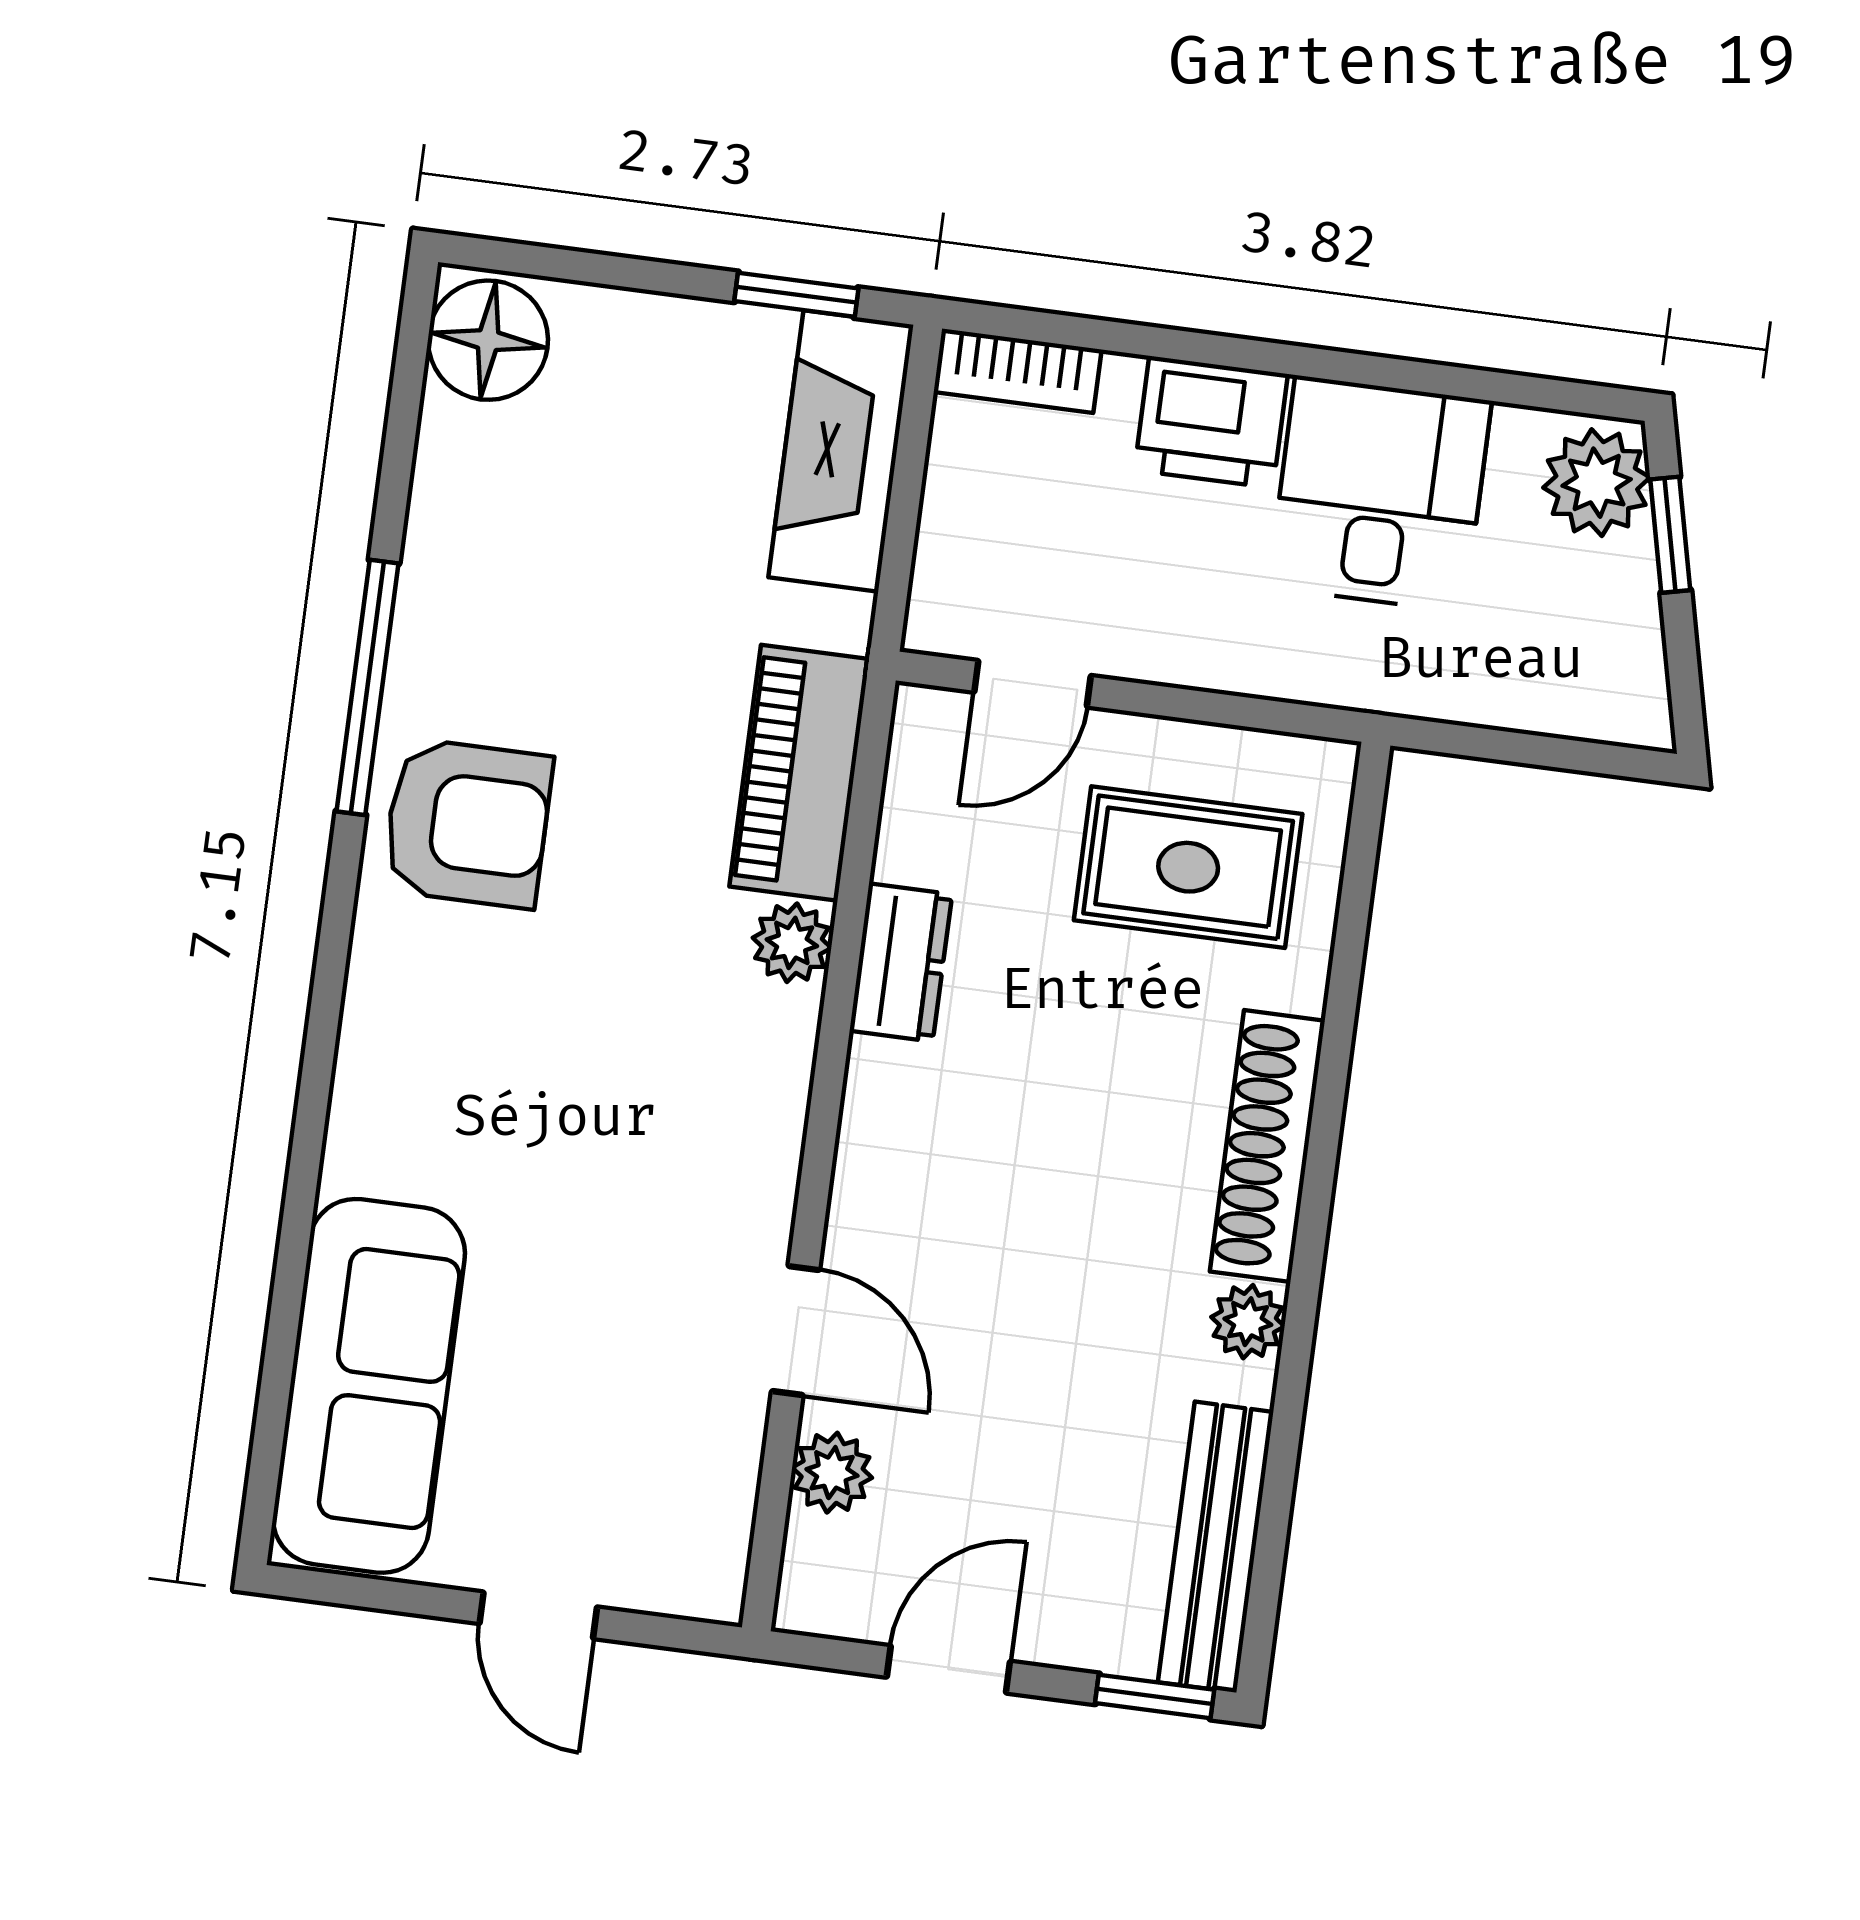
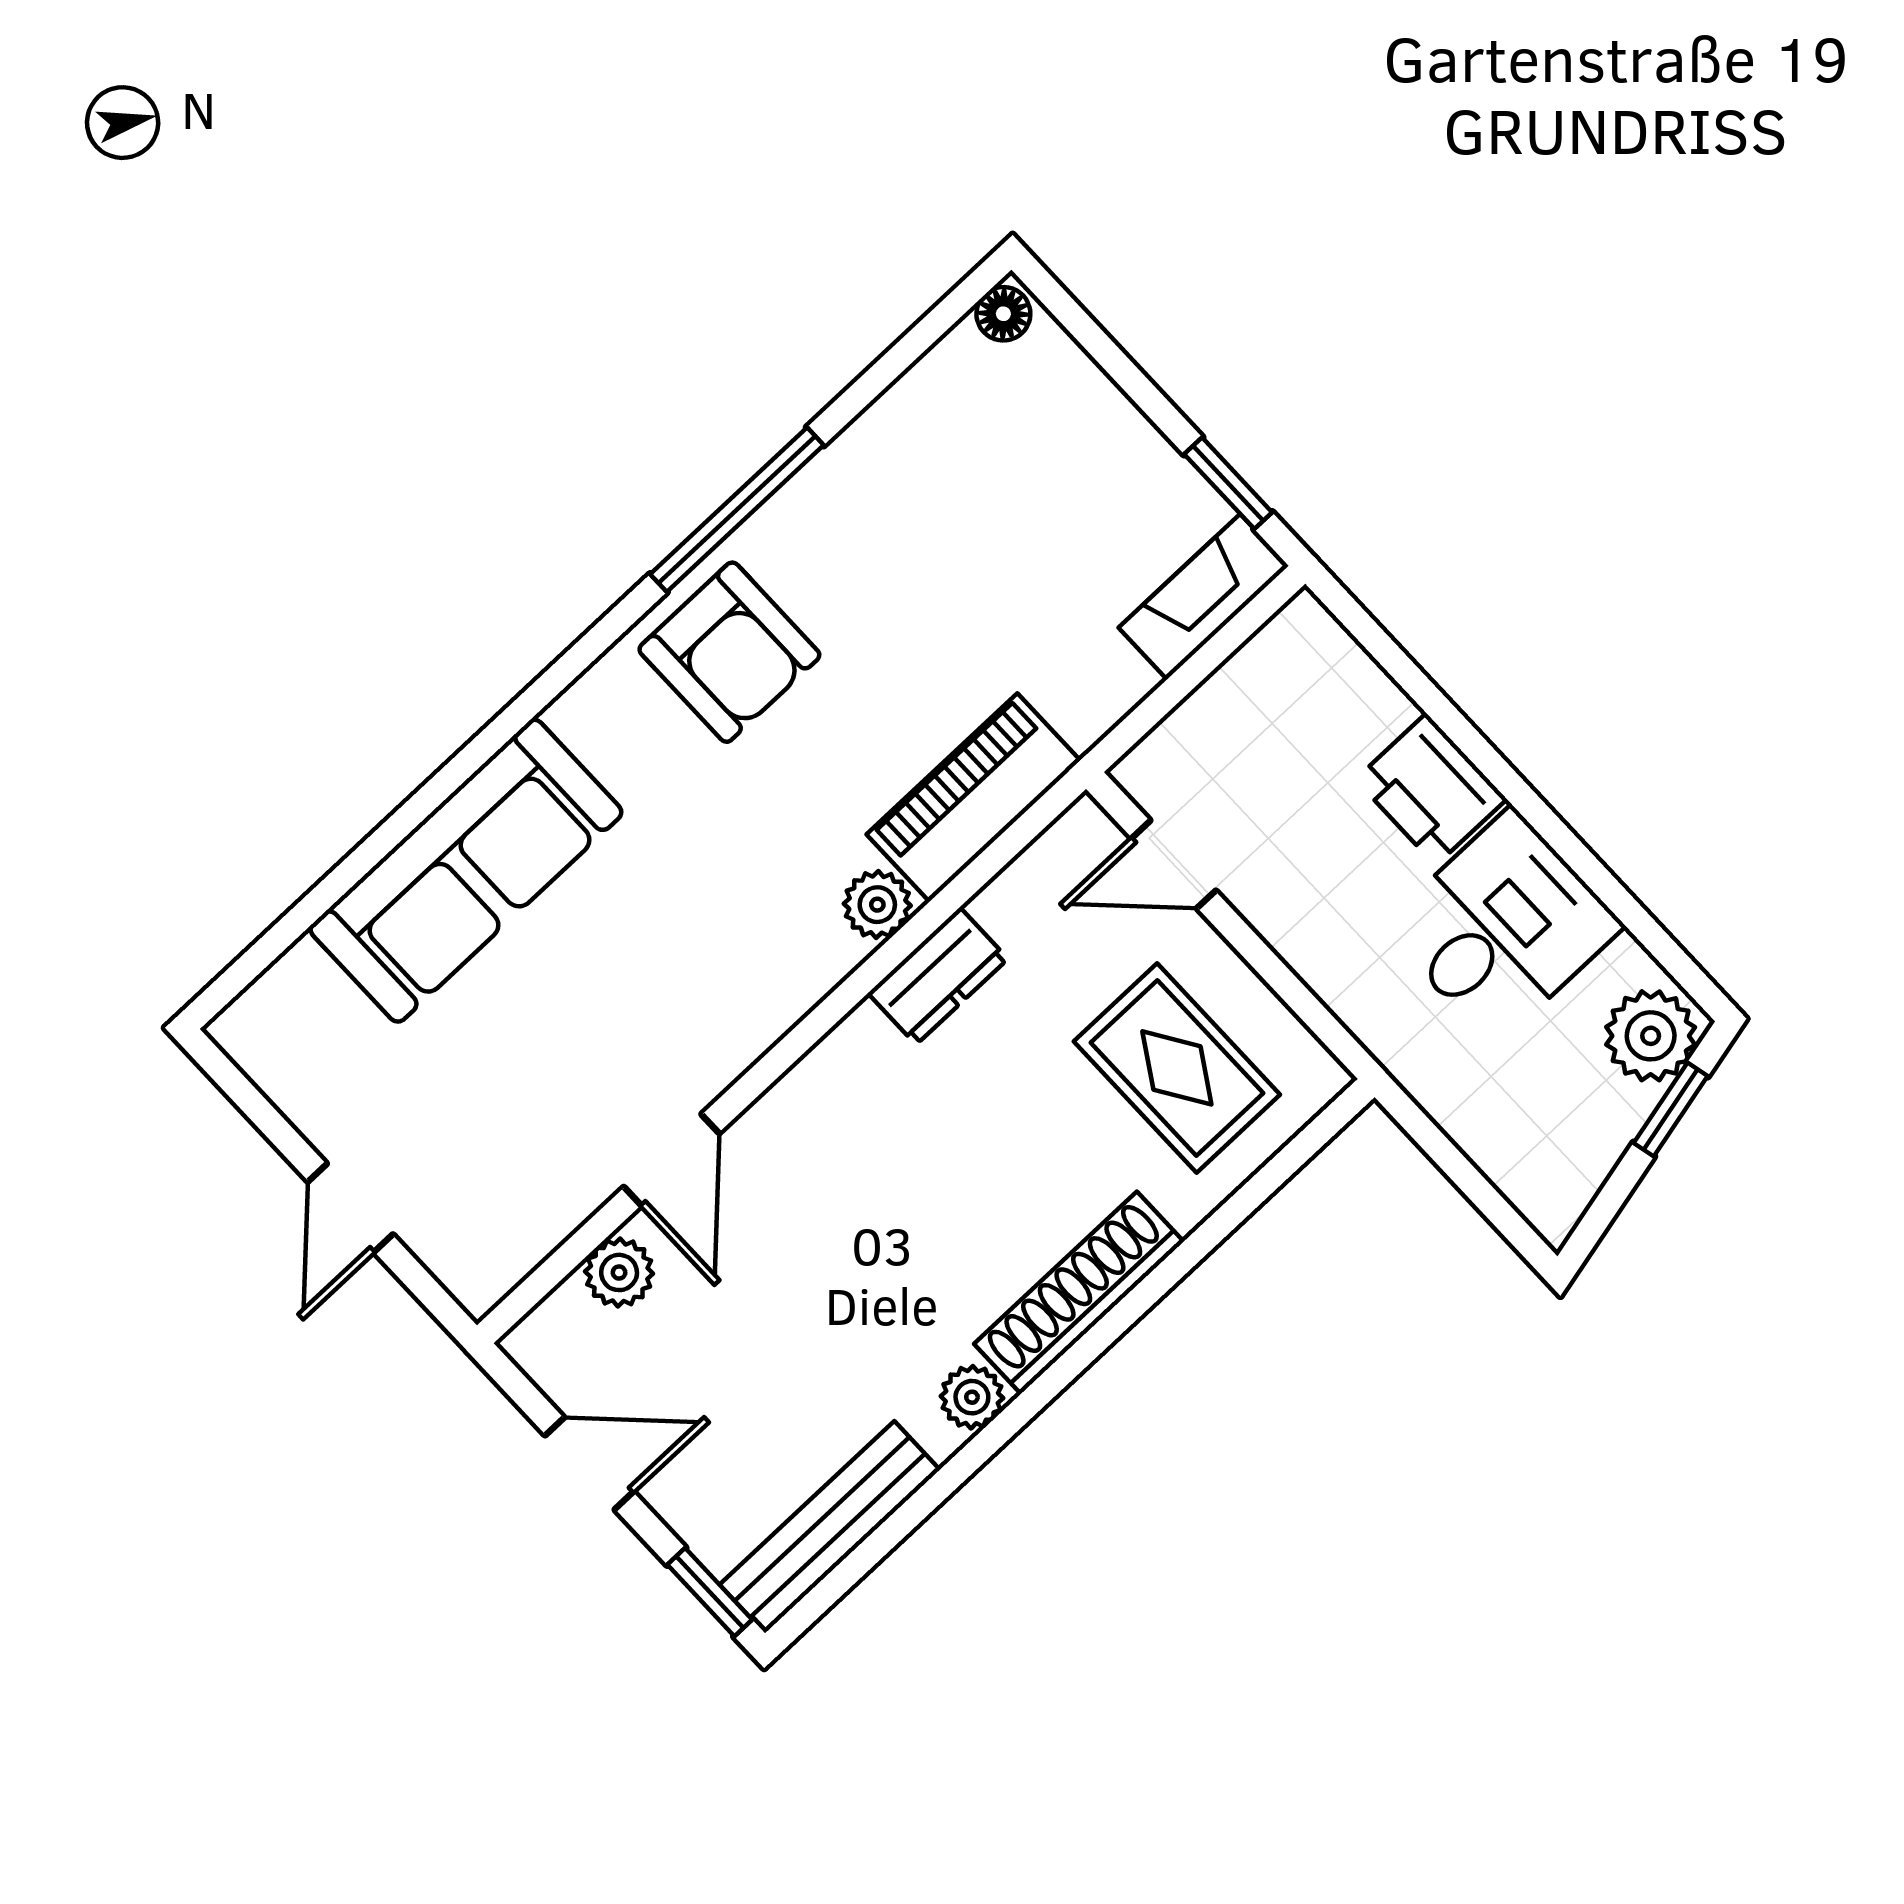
floor lamp: (488, 340) -> (1003, 314), width x0.53, depth x0.53
bookcase: (1018, 371) -> (1332, 652), removed
fireplace: (841, 451) -> (1204, 597), width x0.73, depth x0.76
sofa: (369, 1386) -> (466, 871), moved

